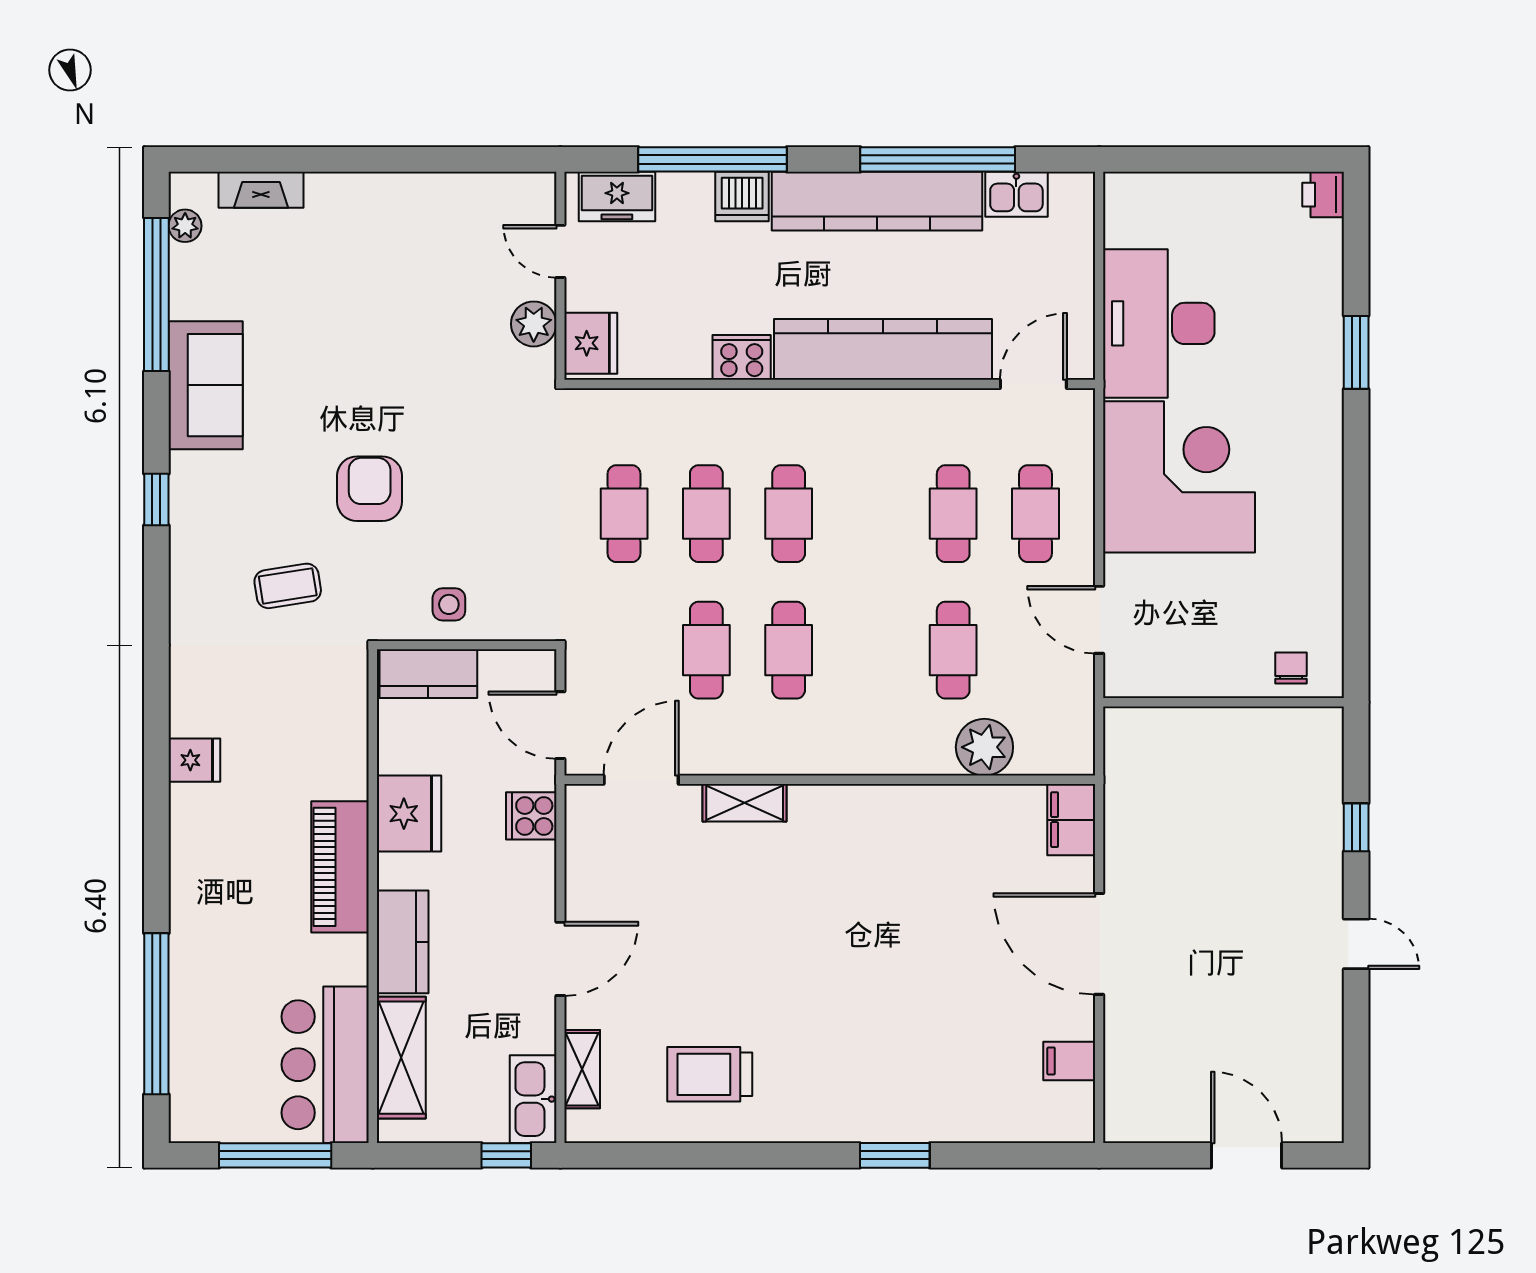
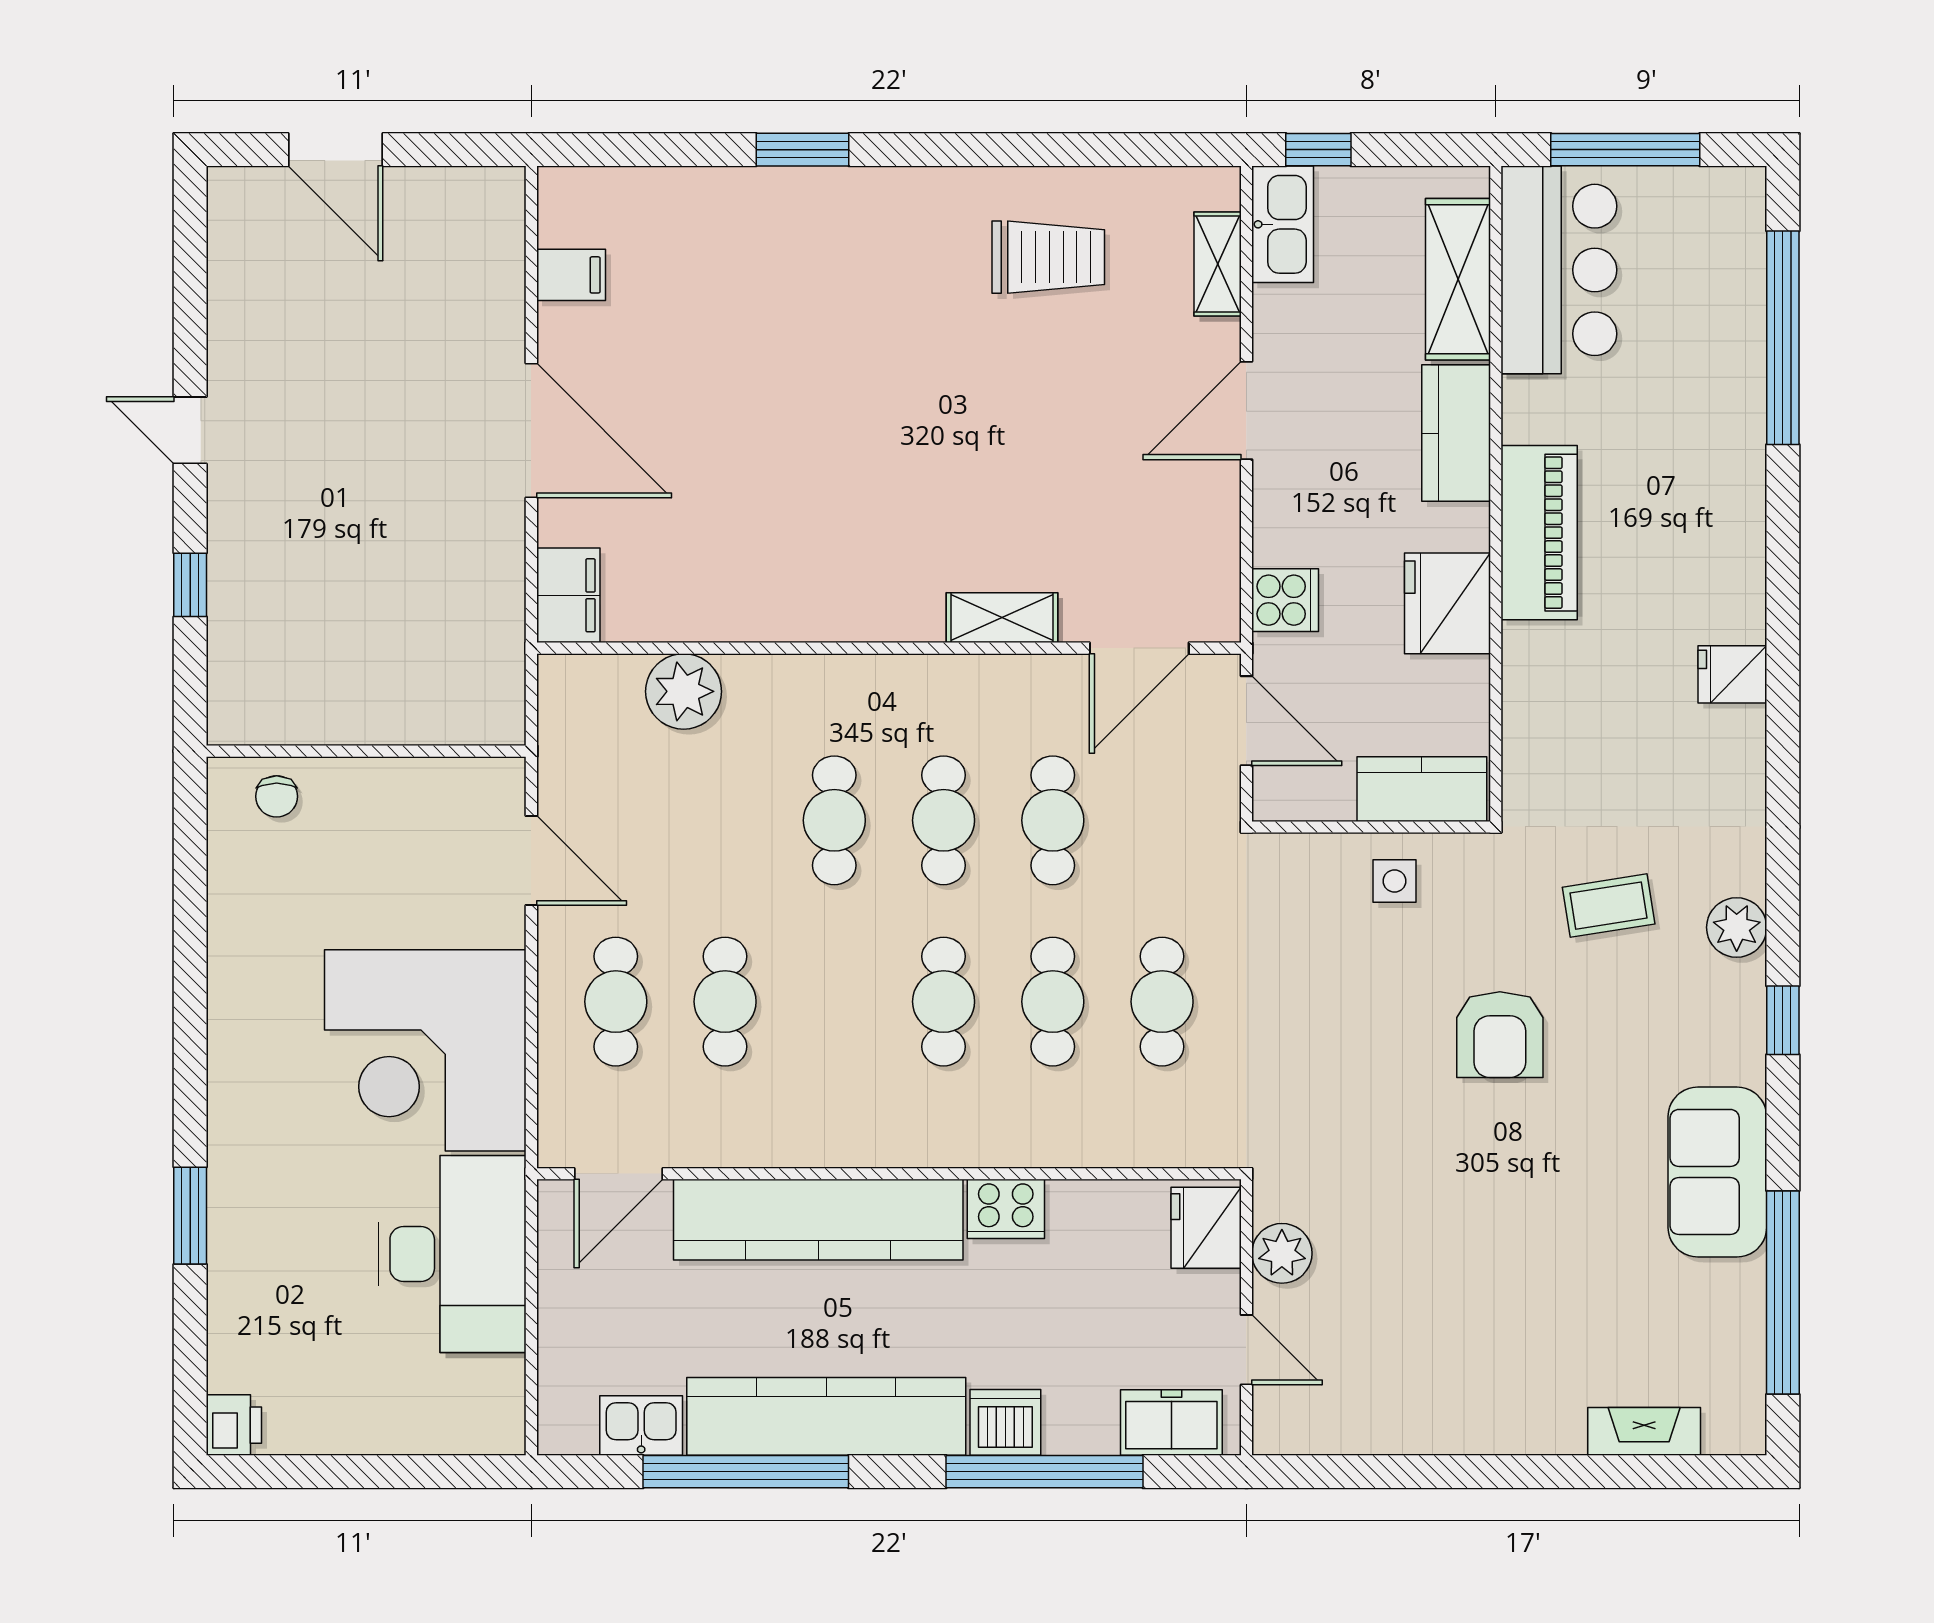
plant: (185, 226) -> (1737, 927), moved, width x1.38, depth x1.38
cafe table: (953, 650) -> (834, 820), moved

